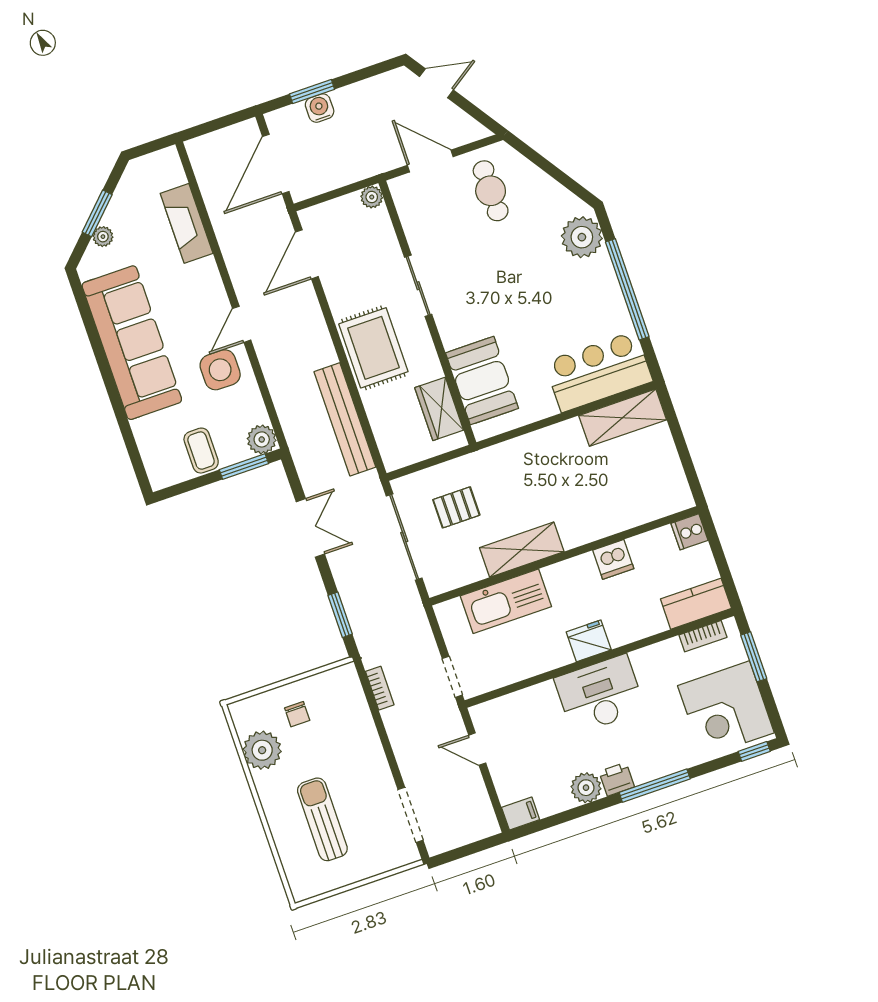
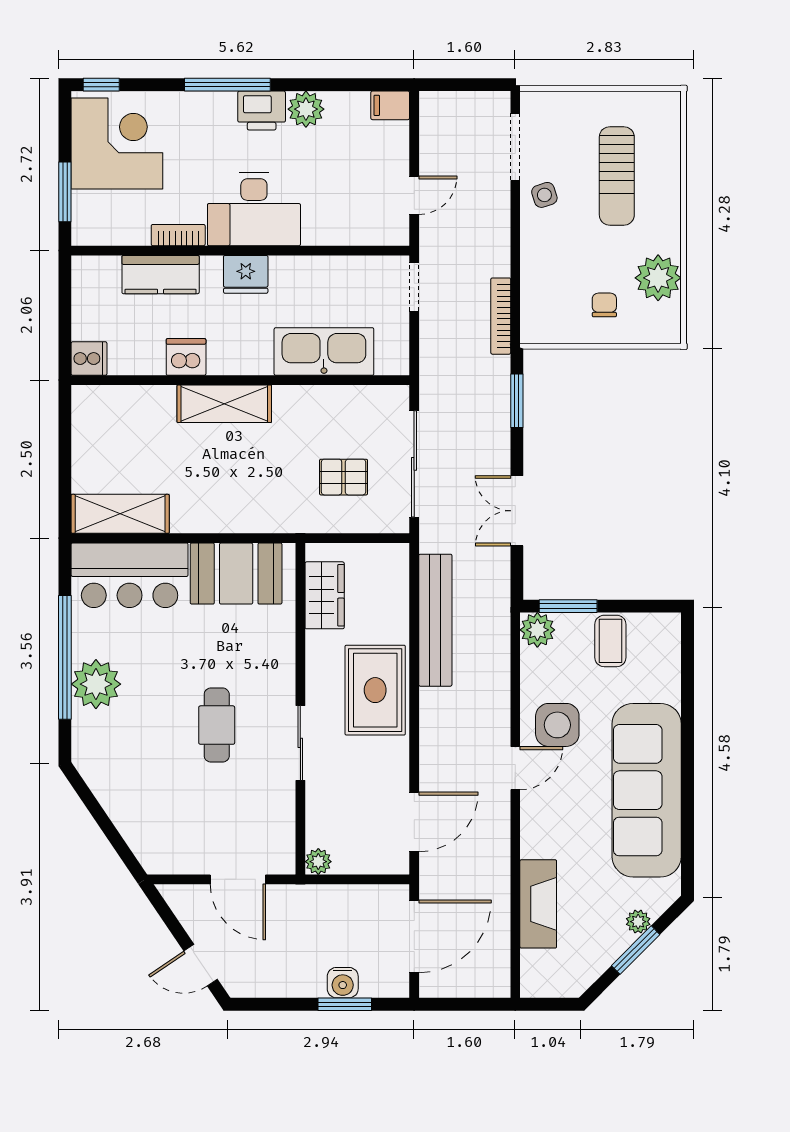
cafe table: (491, 191) -> (217, 725), moved
plant: (582, 237) -> (96, 684), moved
booth: (482, 381) -> (236, 574), moved, turned 90
shelving: (522, 550) -> (224, 404), moved
kitchen counter: (696, 604) -> (161, 275), moved
bookcase: (703, 636) -> (178, 235), moved
bookcase: (380, 688) -> (501, 316), width x1.56
door: (477, 749) -> (414, 195), hinge flipped
printer: (617, 779) -> (262, 110), width x1.36, depth x1.24
side table: (374, 785) -> (544, 195), added

